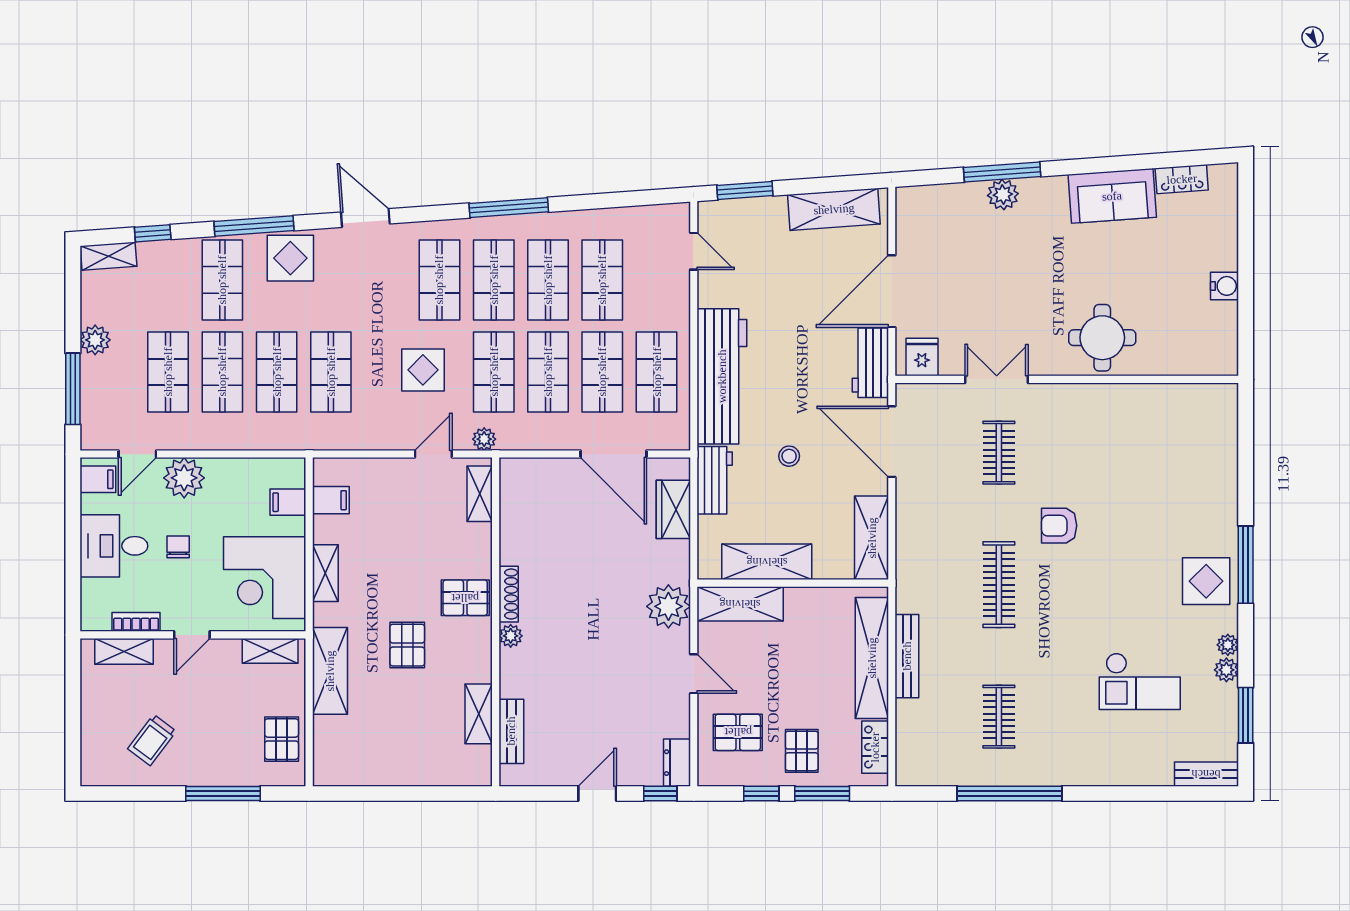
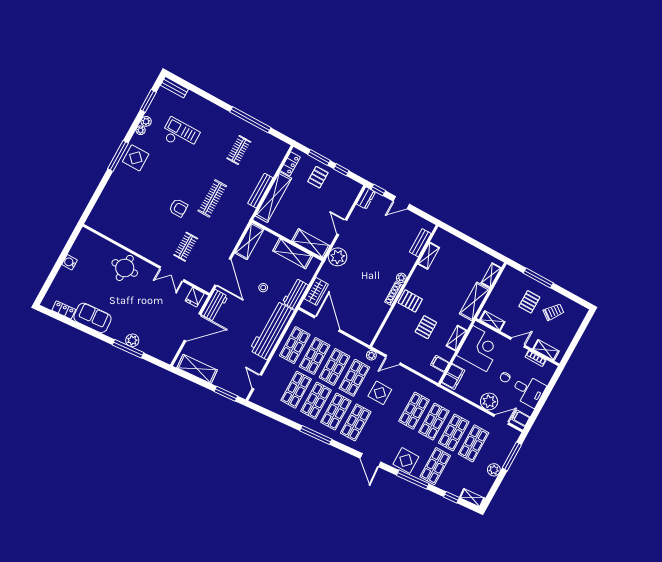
shelving: (480, 494) -> (491, 275), moved
filing cabinet: (288, 502) -> (453, 376), width x2.00
pallet: (407, 645) -> (426, 327), moved
pallet: (738, 732) -> (338, 197), removed
pallet: (282, 739) -> (529, 302), moved

